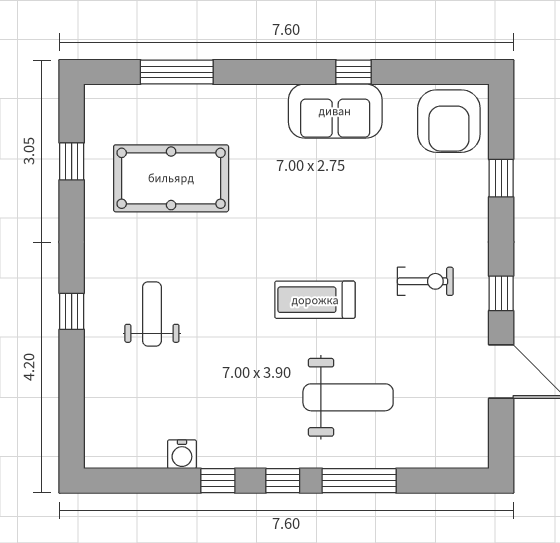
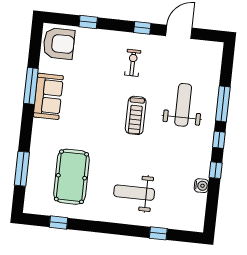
window: (353, 72) -> (31, 86), width x2.17
window: (72, 311) -> (158, 233), moved
weight bench: (152, 314) -> (134, 193), width x1.36, depth x1.33

